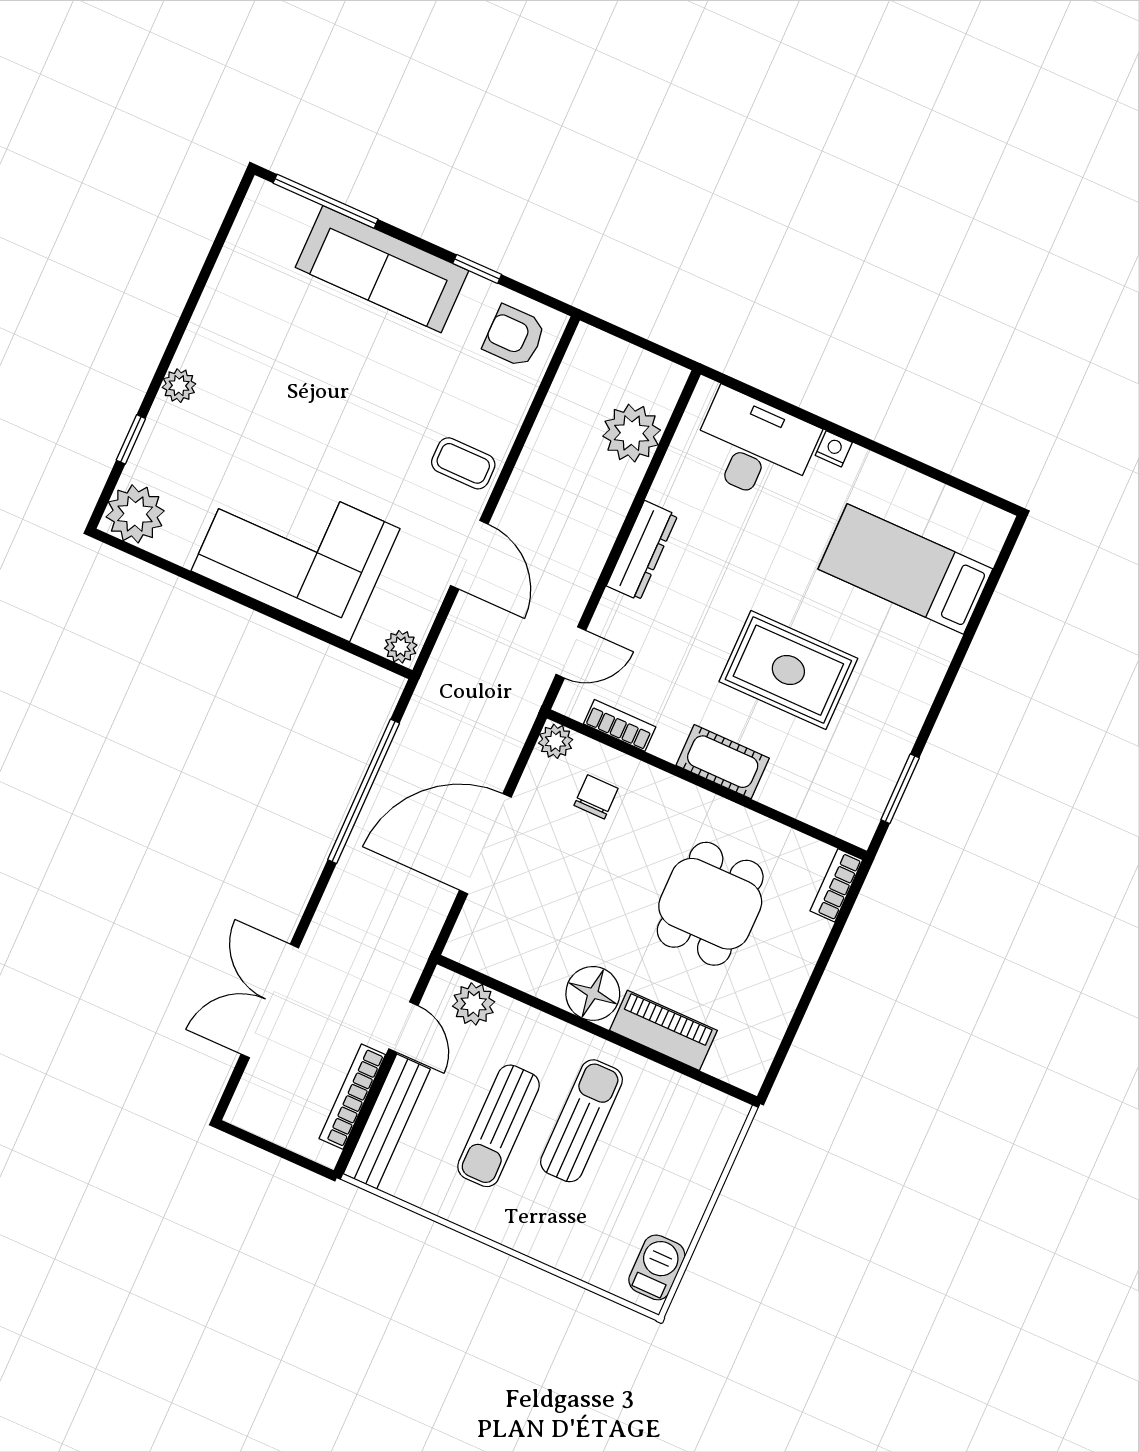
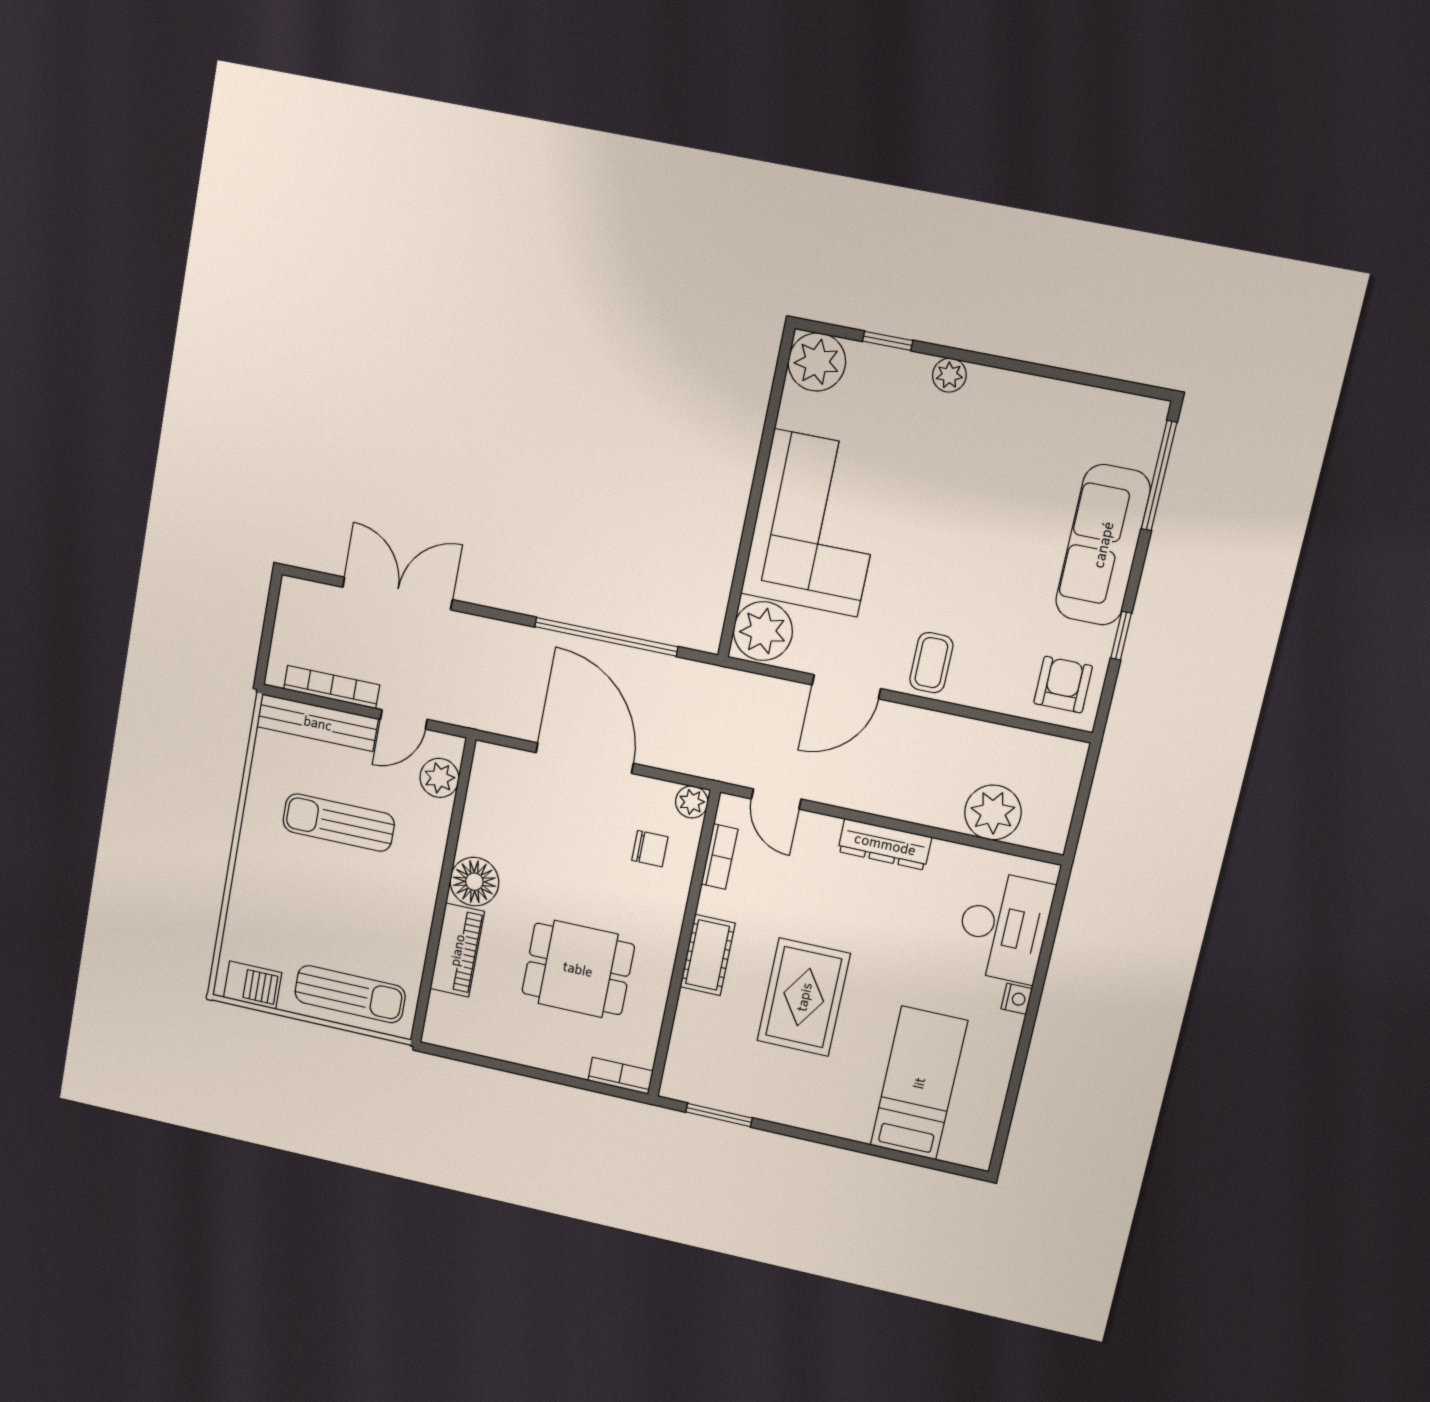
plant: (401, 647) -> (763, 631), width x1.87, depth x1.87
sun lounger: (582, 1121) -> (350, 994), moved

